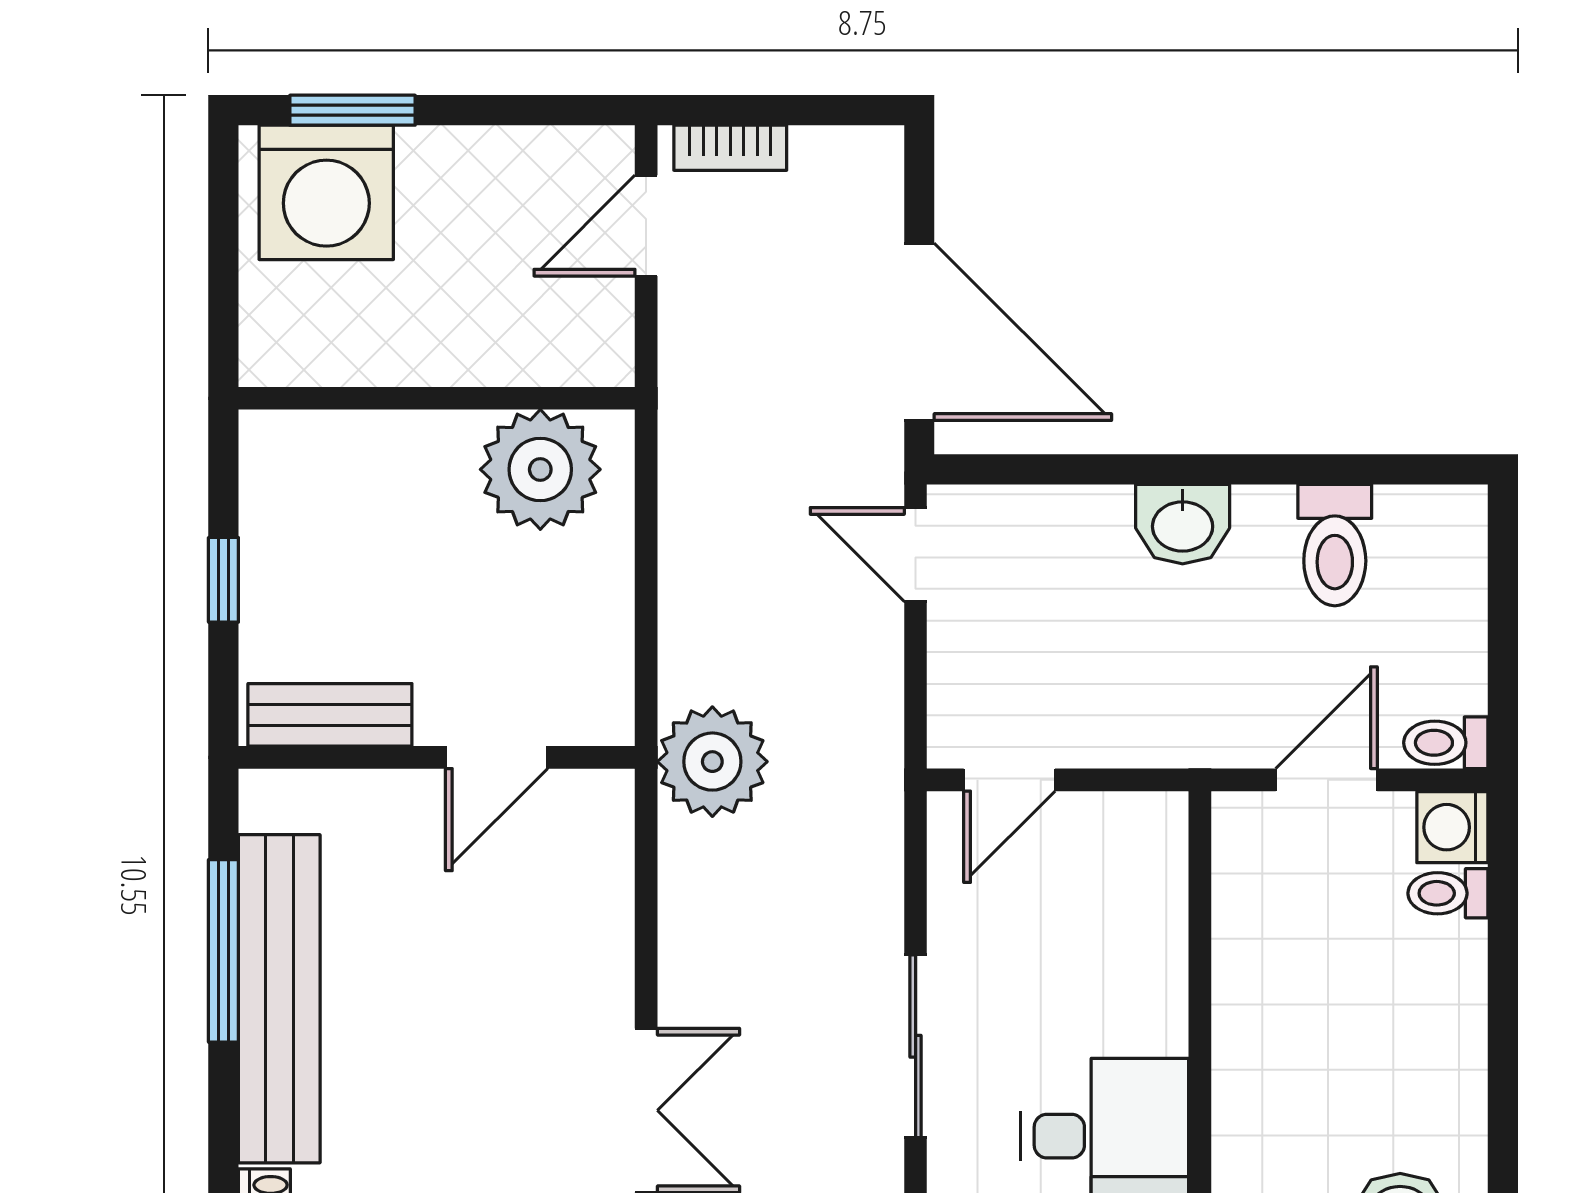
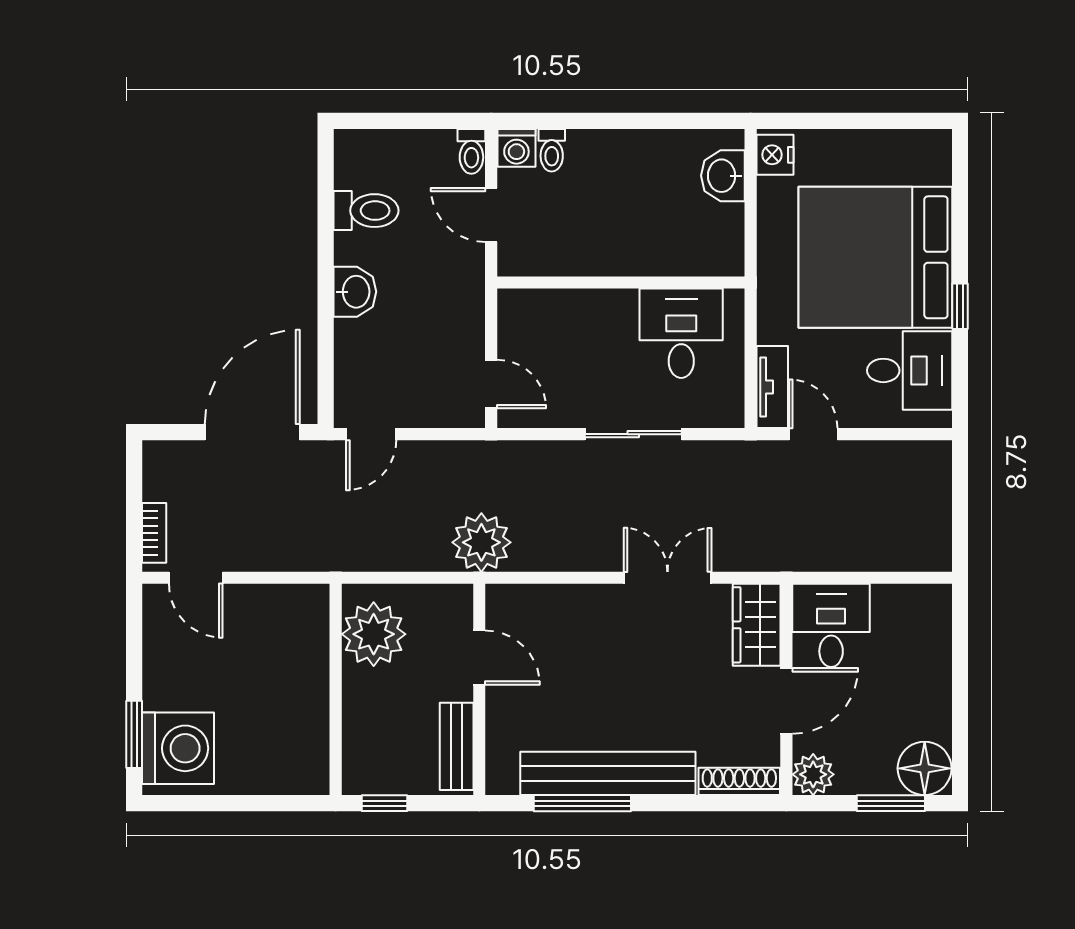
wall: (437, 398) -> (336, 689), moved
plant: (540, 469) -> (374, 634), moved

